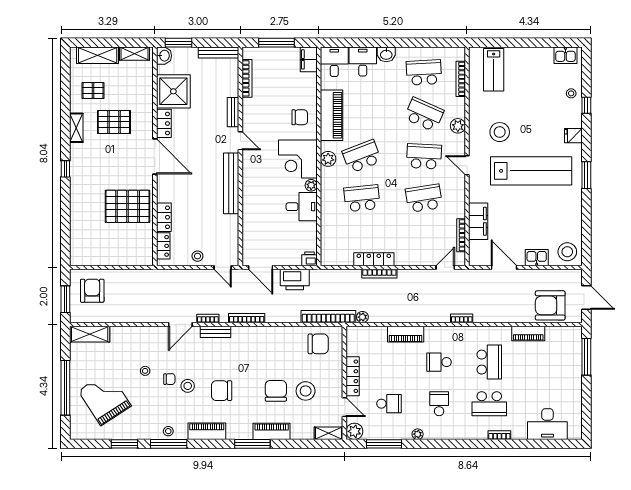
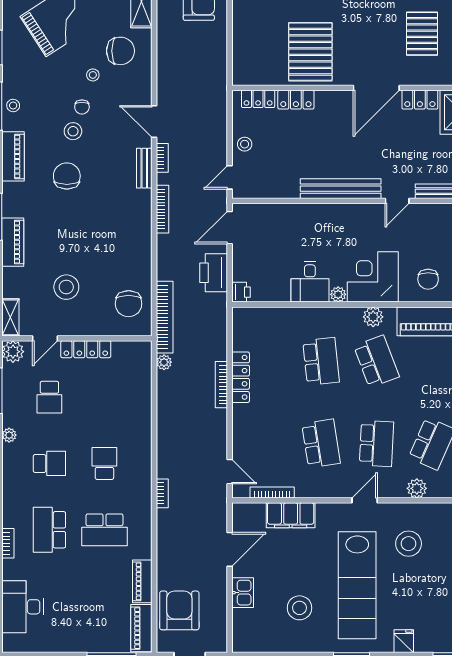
stool: (567, 252) -> (299, 608), moved
piano: (406, 334) -> (141, 628), moved
chair: (276, 391) -> (120, 51), moved

